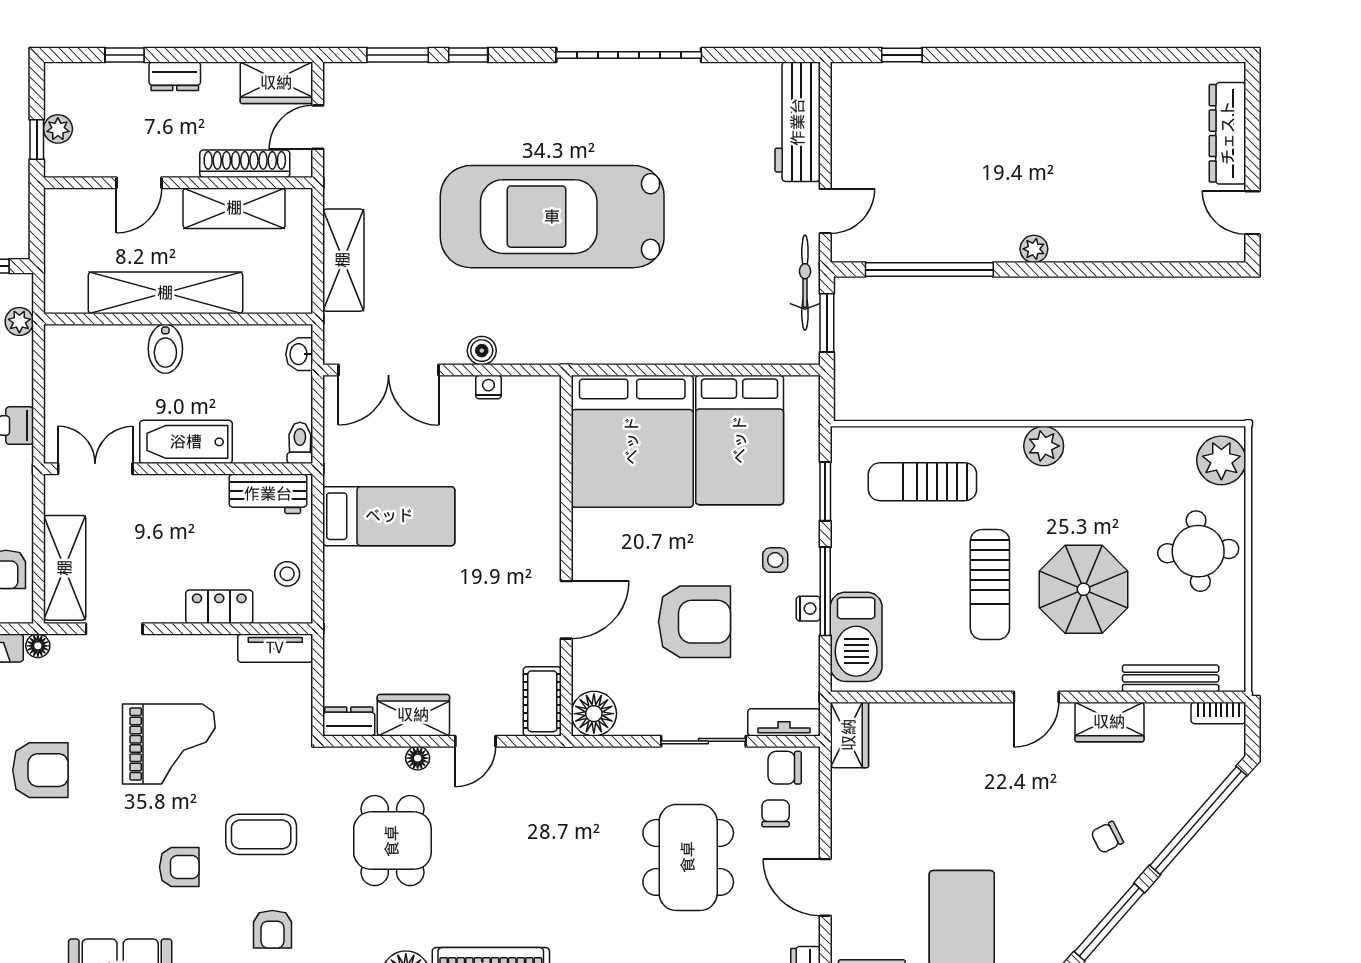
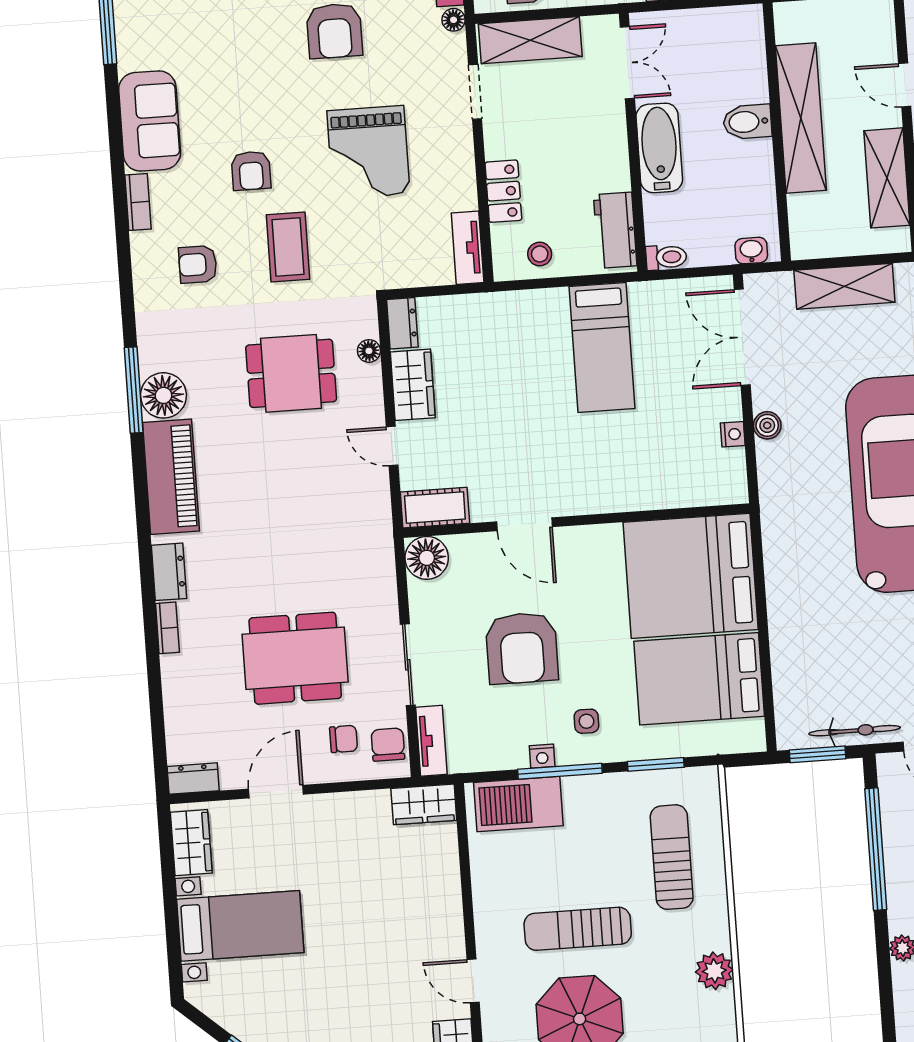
floor lamp: (418, 758) -> (369, 351), moved

